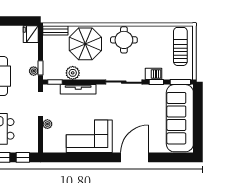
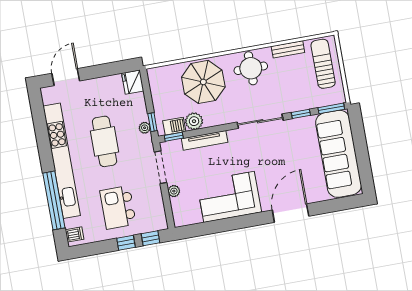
bench: (55, 30) -> (288, 49), moved
barbecue: (154, 74) -> (174, 126), moved

